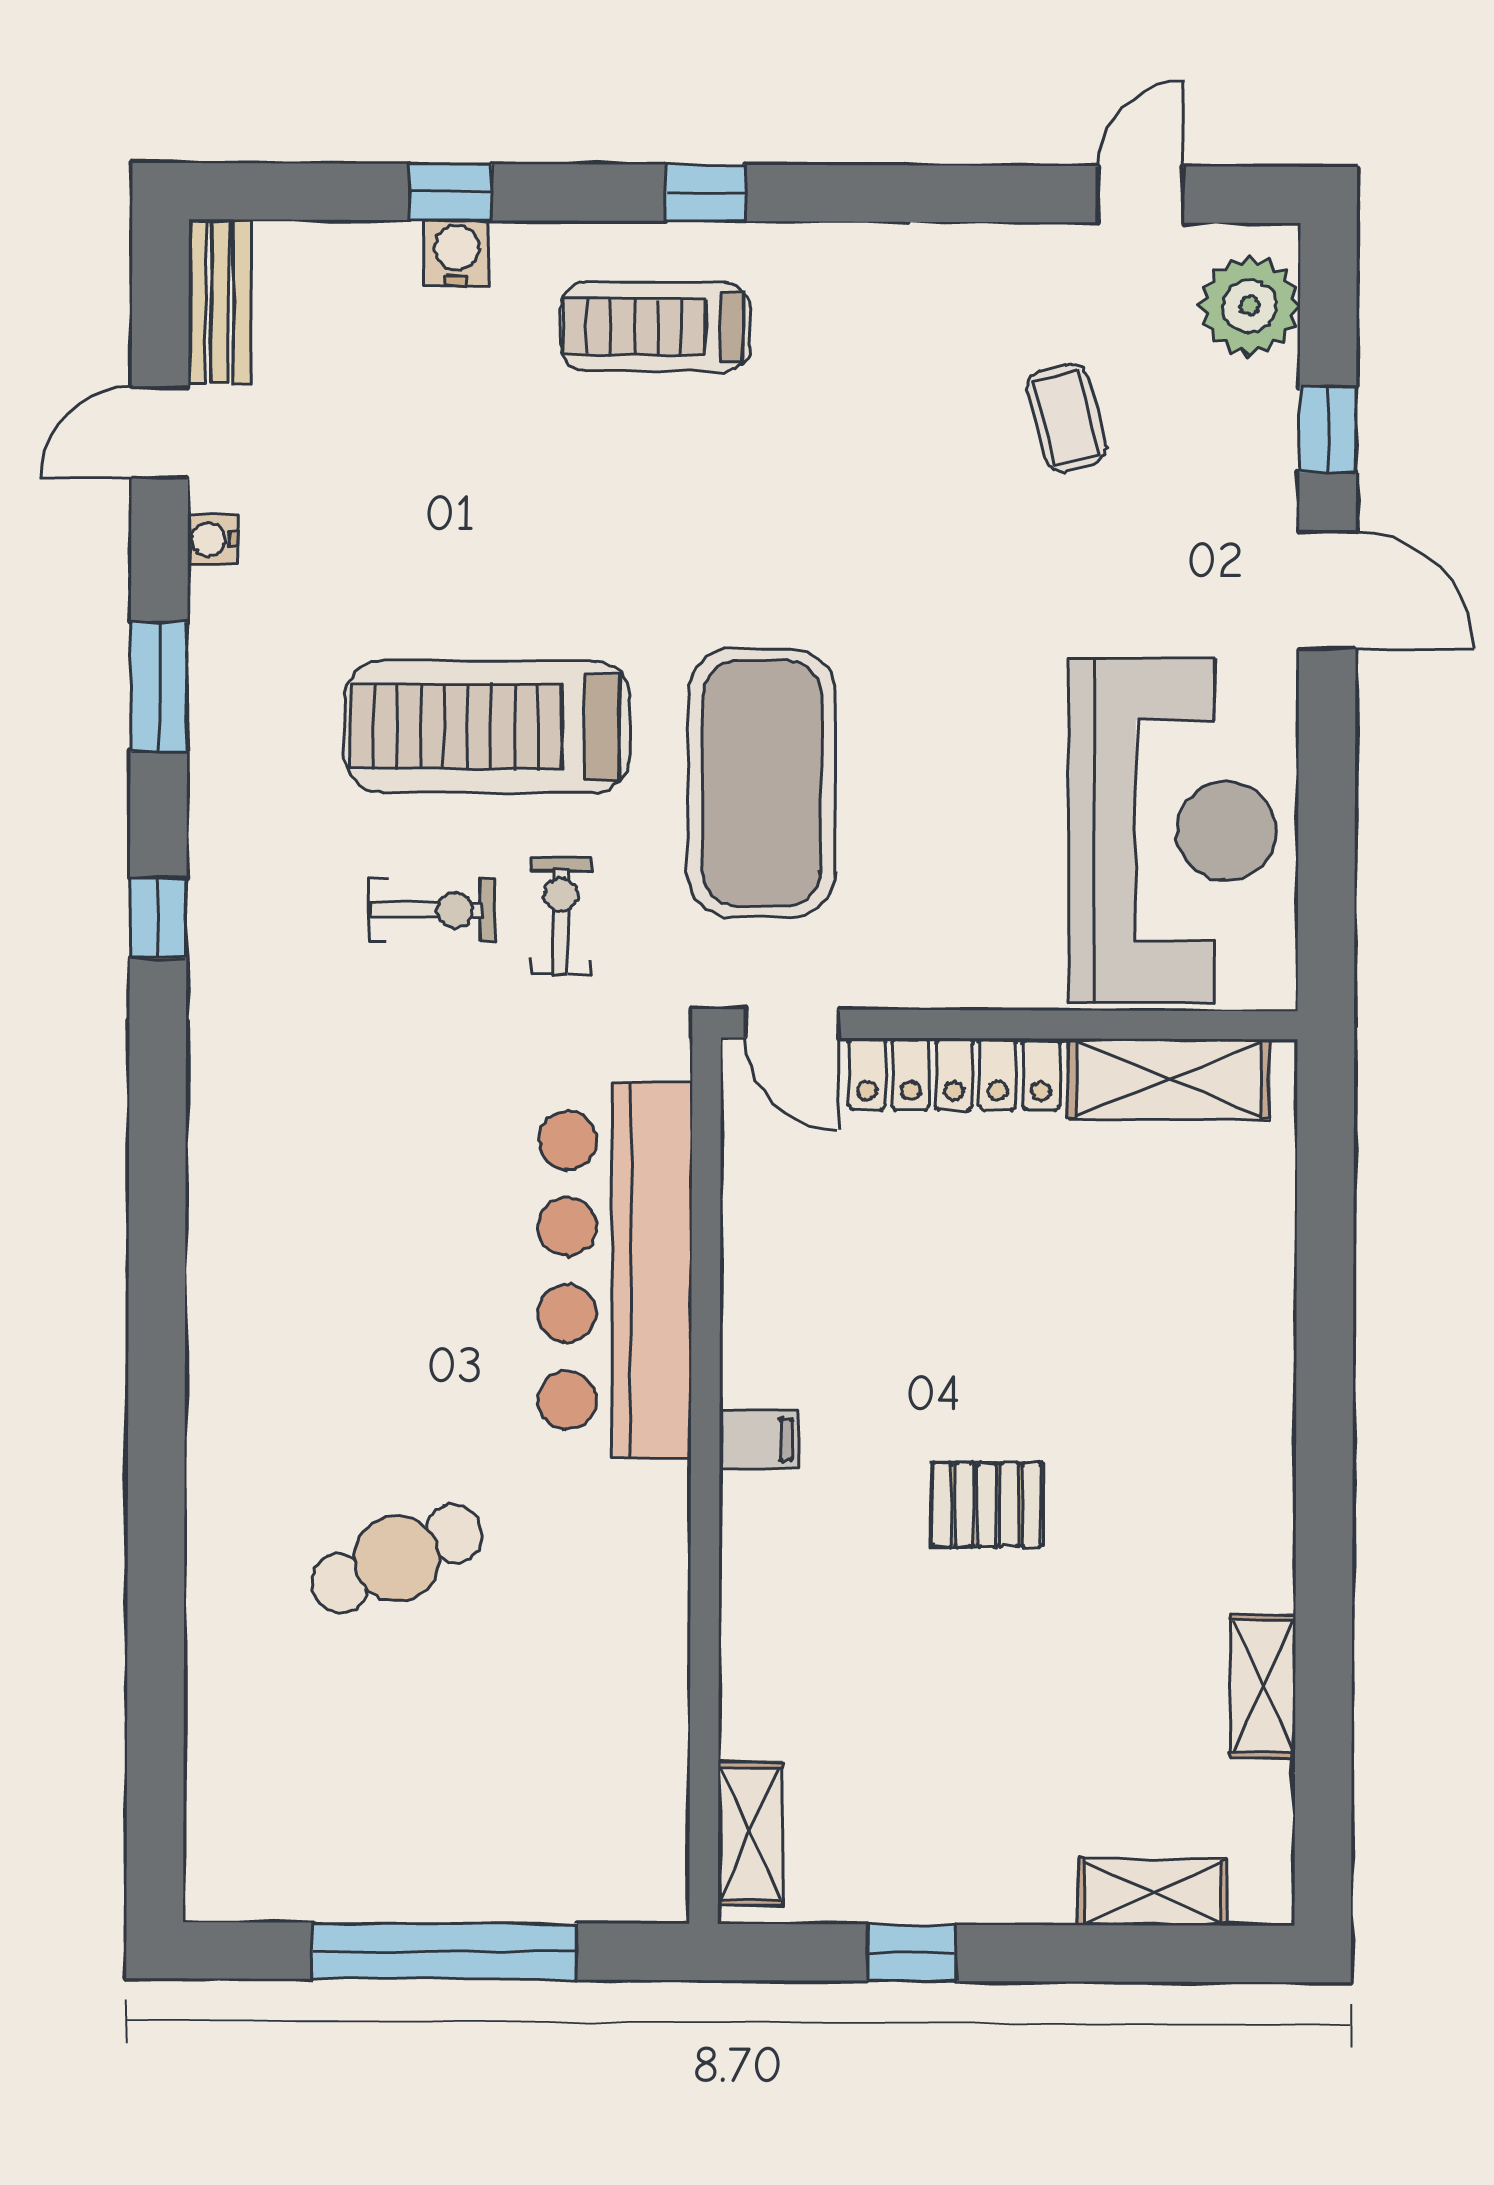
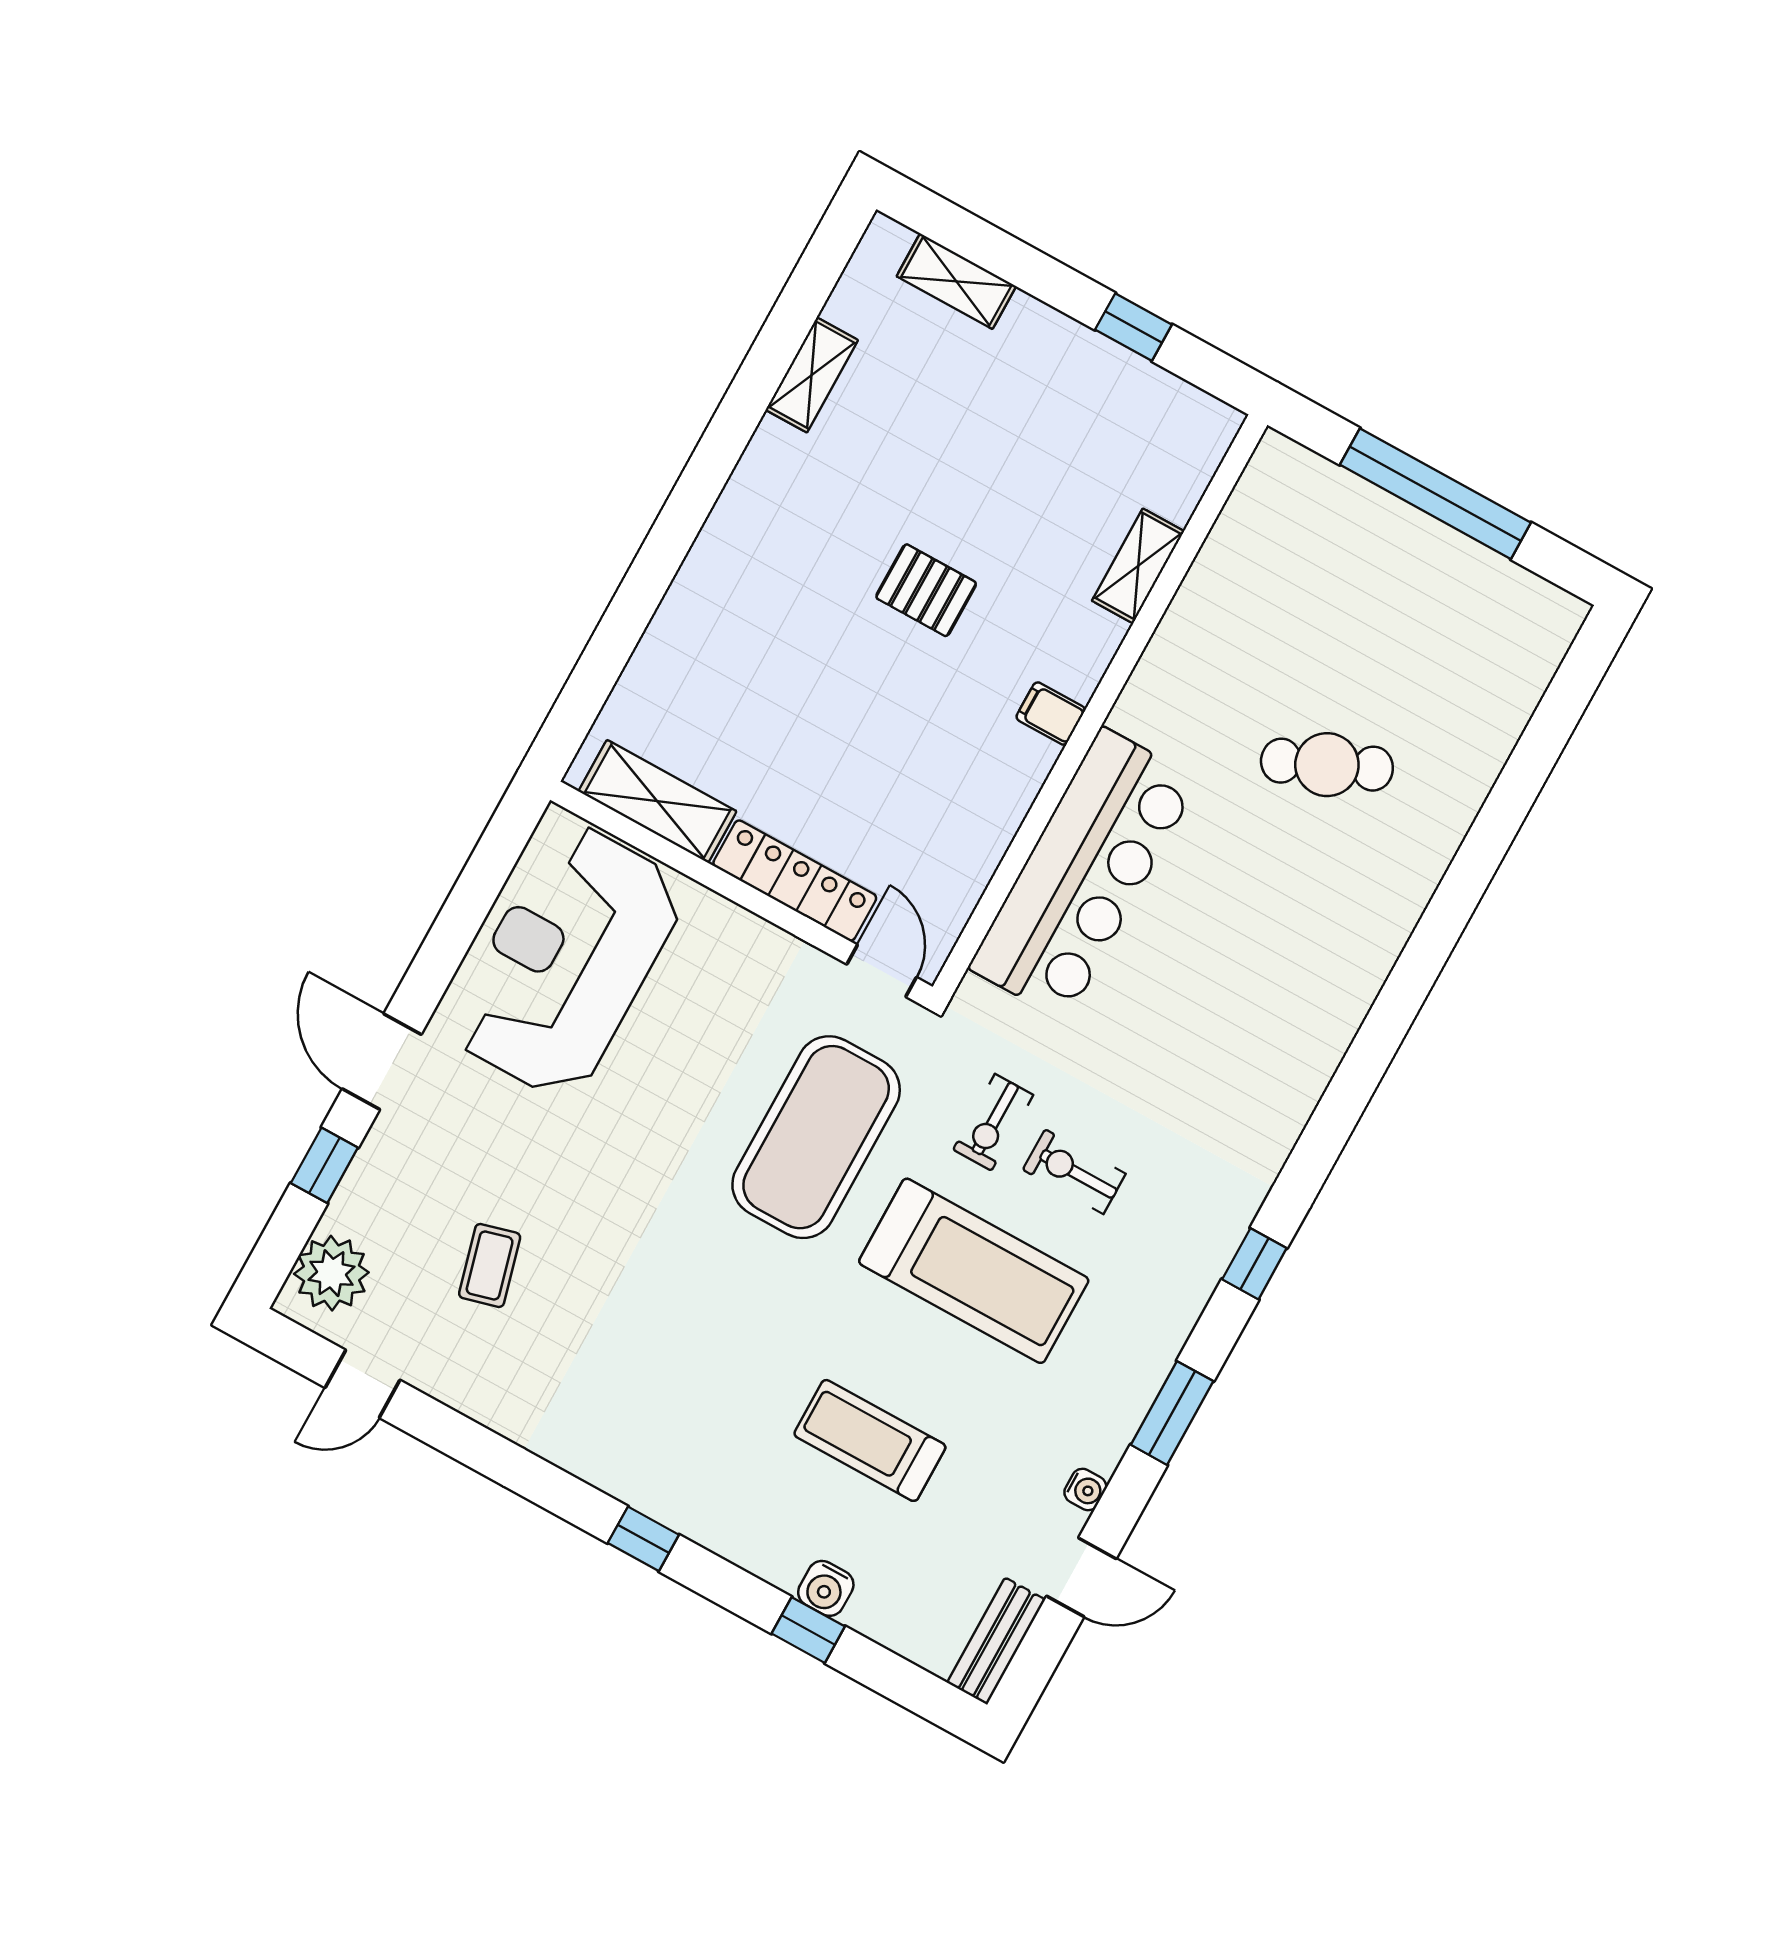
treadmill: (655, 327) -> (870, 1440), moved, turned 180
shelving: (750, 1834) -> (1138, 566), moved

